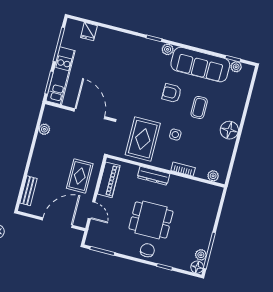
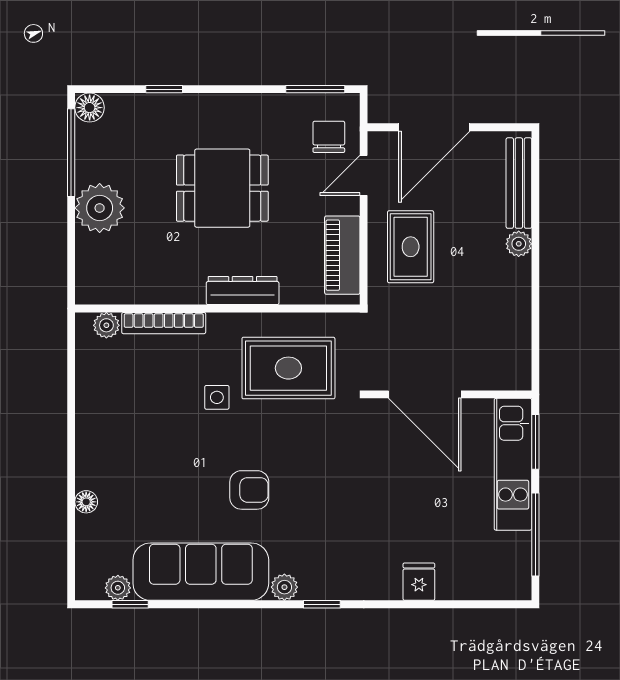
fridge: (89, 32) -> (419, 582), moved
coffee table: (199, 108) -> (178, 473), removed
plant: (44, 129) -> (519, 244), moved
floor lamp: (229, 130) -> (86, 502), moved, width x0.53, depth x0.53
rug: (143, 139) -> (288, 368), turned 90
bookcase: (183, 169) -> (164, 323), width x1.56
bench: (29, 191) -> (519, 183), width x1.36
door: (92, 210) -> (364, 175), hinge flipped
chair: (147, 250) -> (329, 137), moved, turned 180
plant: (201, 255) -> (100, 208), moved, width x1.87, depth x1.87

